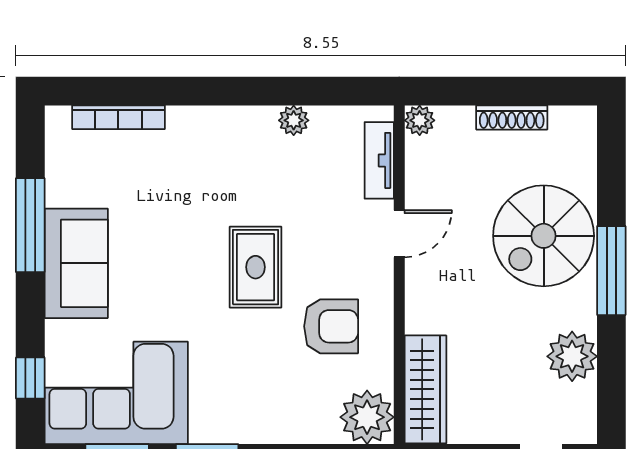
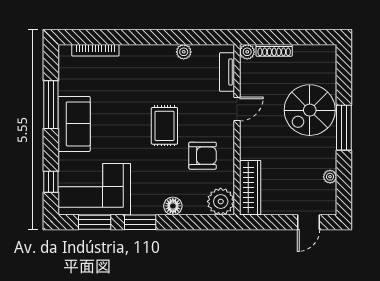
shoe rack: (512, 117) -> (274, 50), moved
plant: (572, 356) -> (330, 177), width x0.53, depth x0.53
floor lamp: (272, 426) -> (173, 206), added

